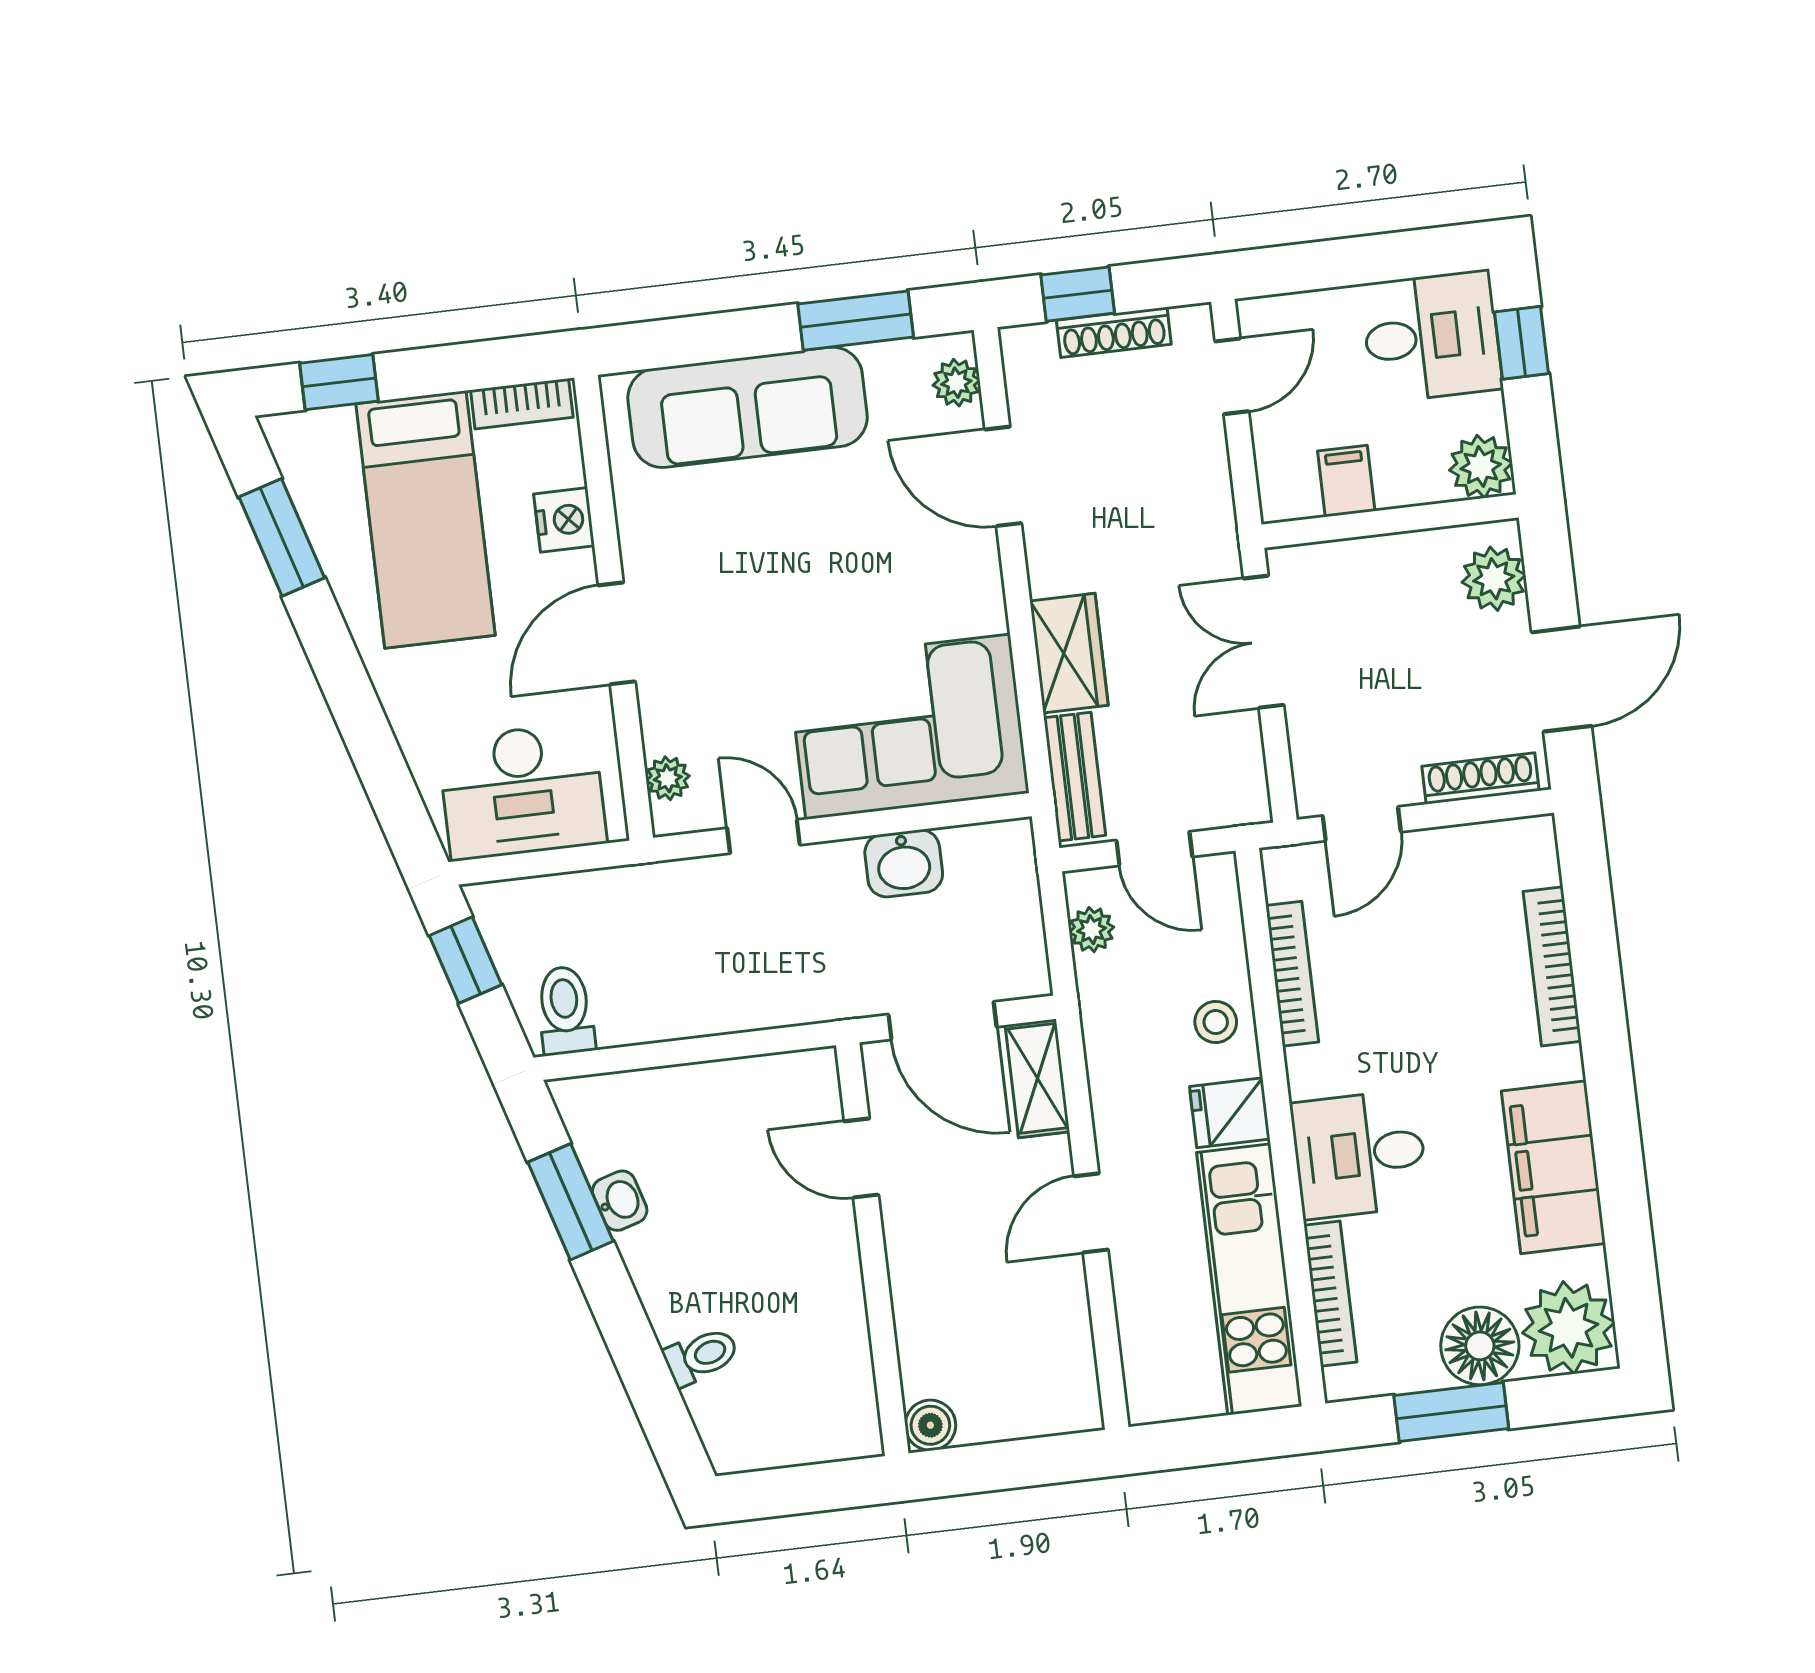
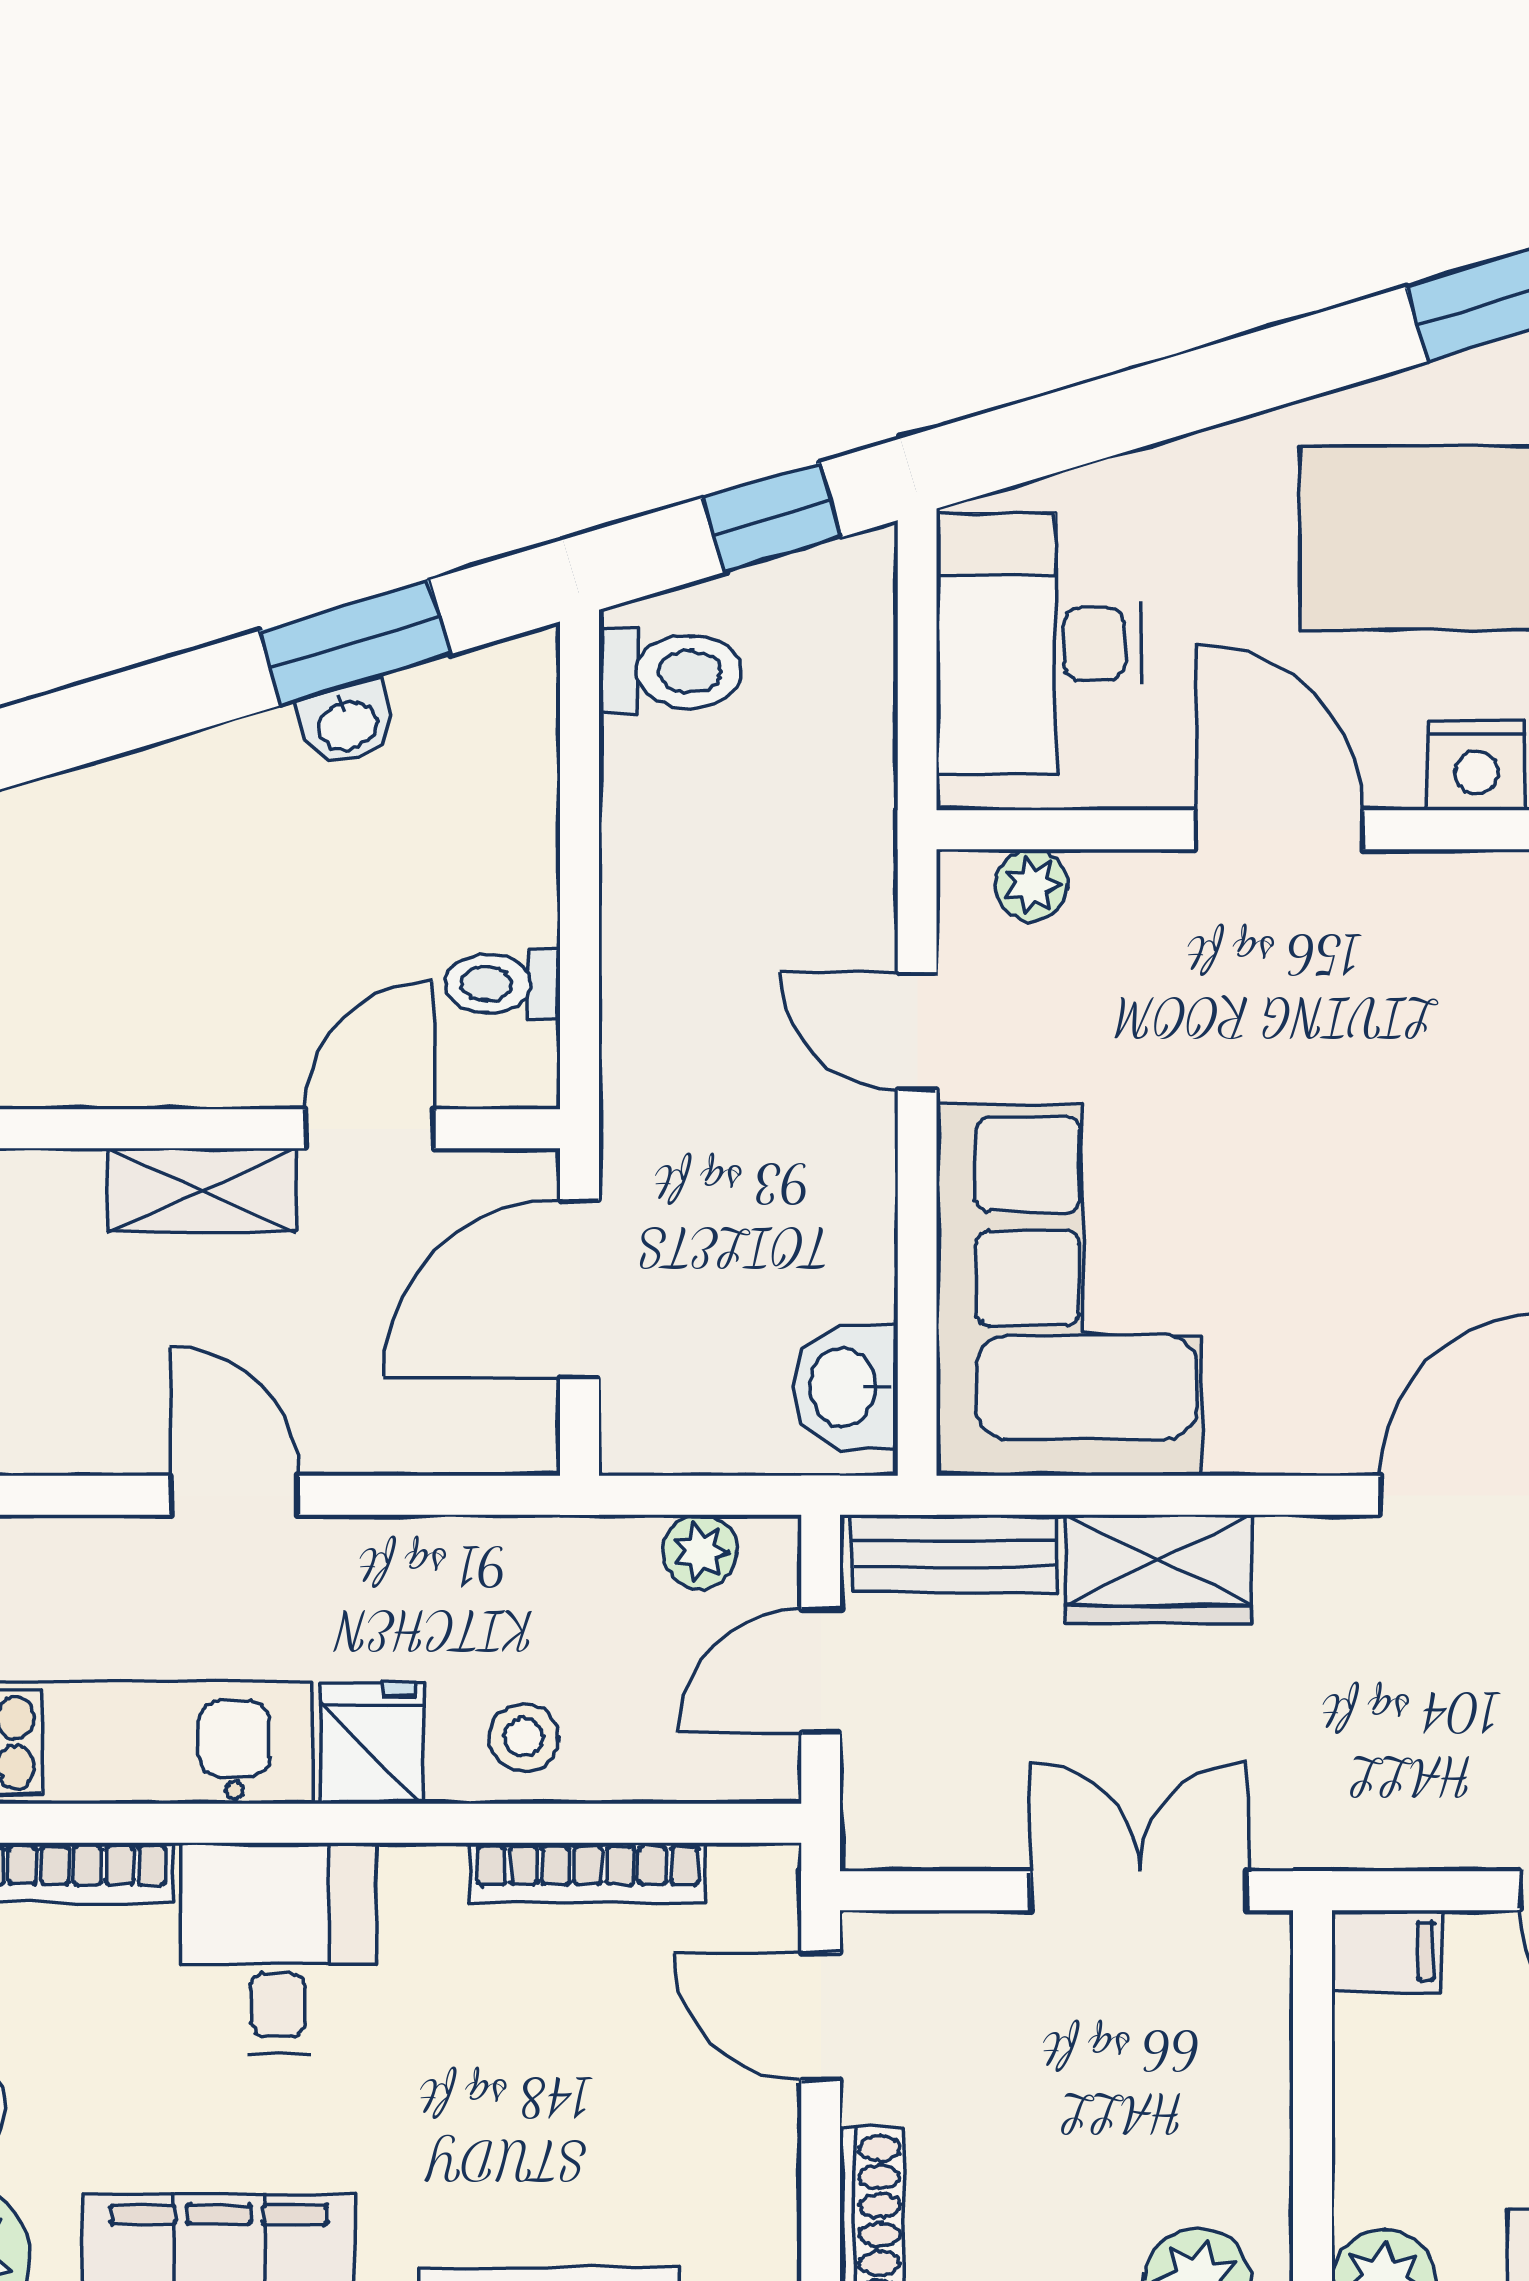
filing cabinet: (1346, 481) -> (1387, 1951), moved
door: (764, 836) -> (917, 1031), swing flipped
washbasin: (904, 863) -> (845, 1387), moved
shelving: (1037, 1078) -> (202, 1190), moved
toilet: (701, 1356) -> (503, 984), moved, turned 107

